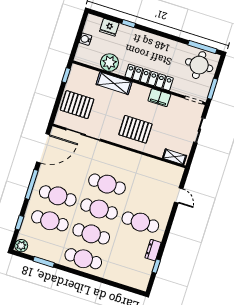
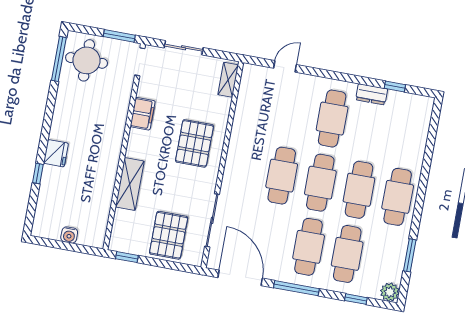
fridge: (109, 27) -> (56, 153), moved
plant: (109, 63) -> (100, 195), removed
locker: (149, 77) -> (114, 133), removed

